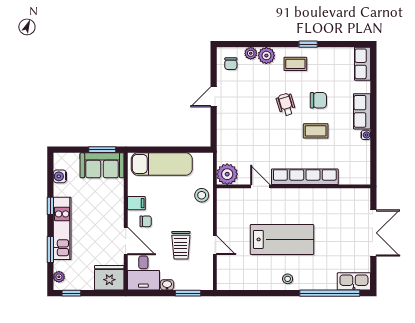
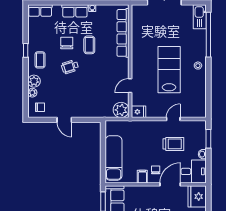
row of seats: (305, 177) -> (123, 33), moved
stool: (202, 195) -> (137, 129), removed
fridge: (225, 198) -> (138, 112), added

